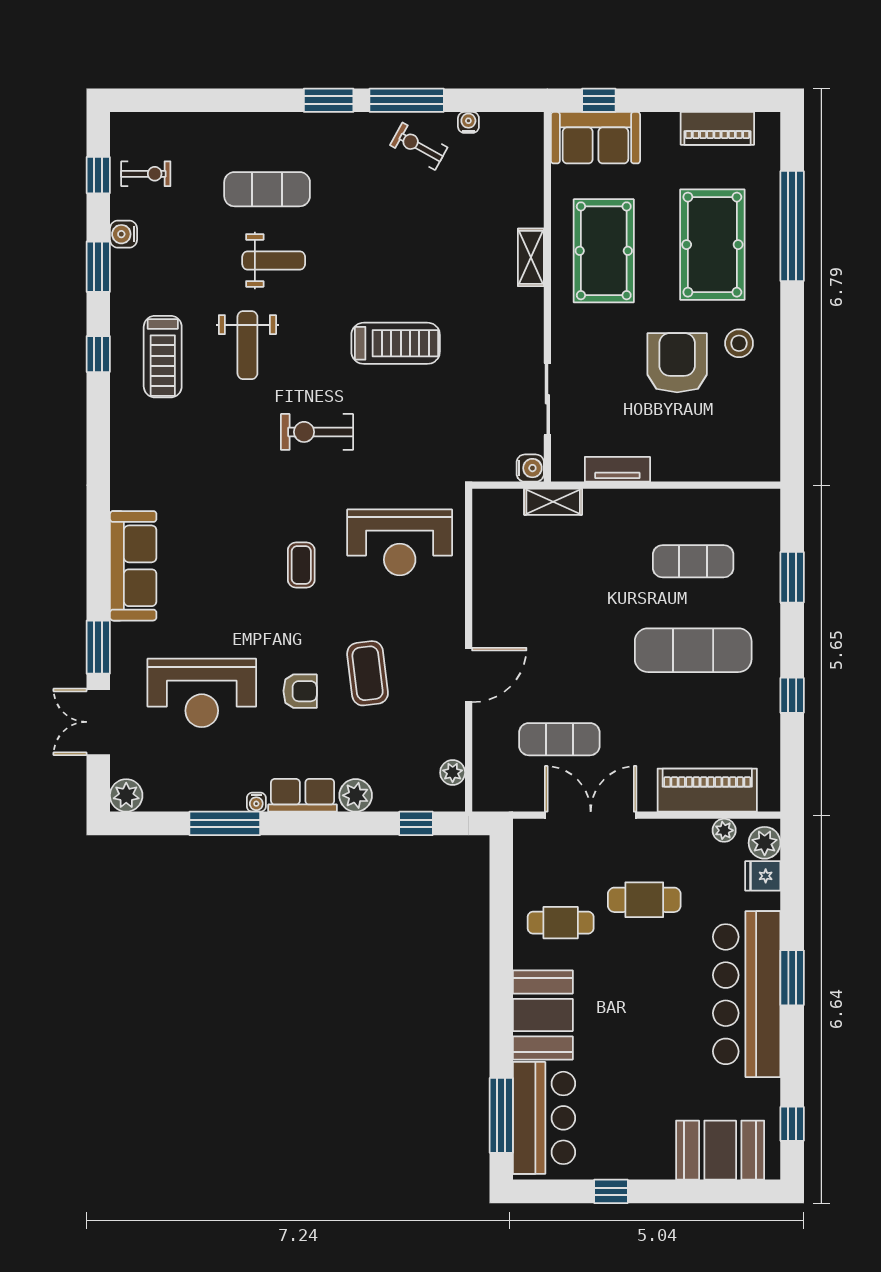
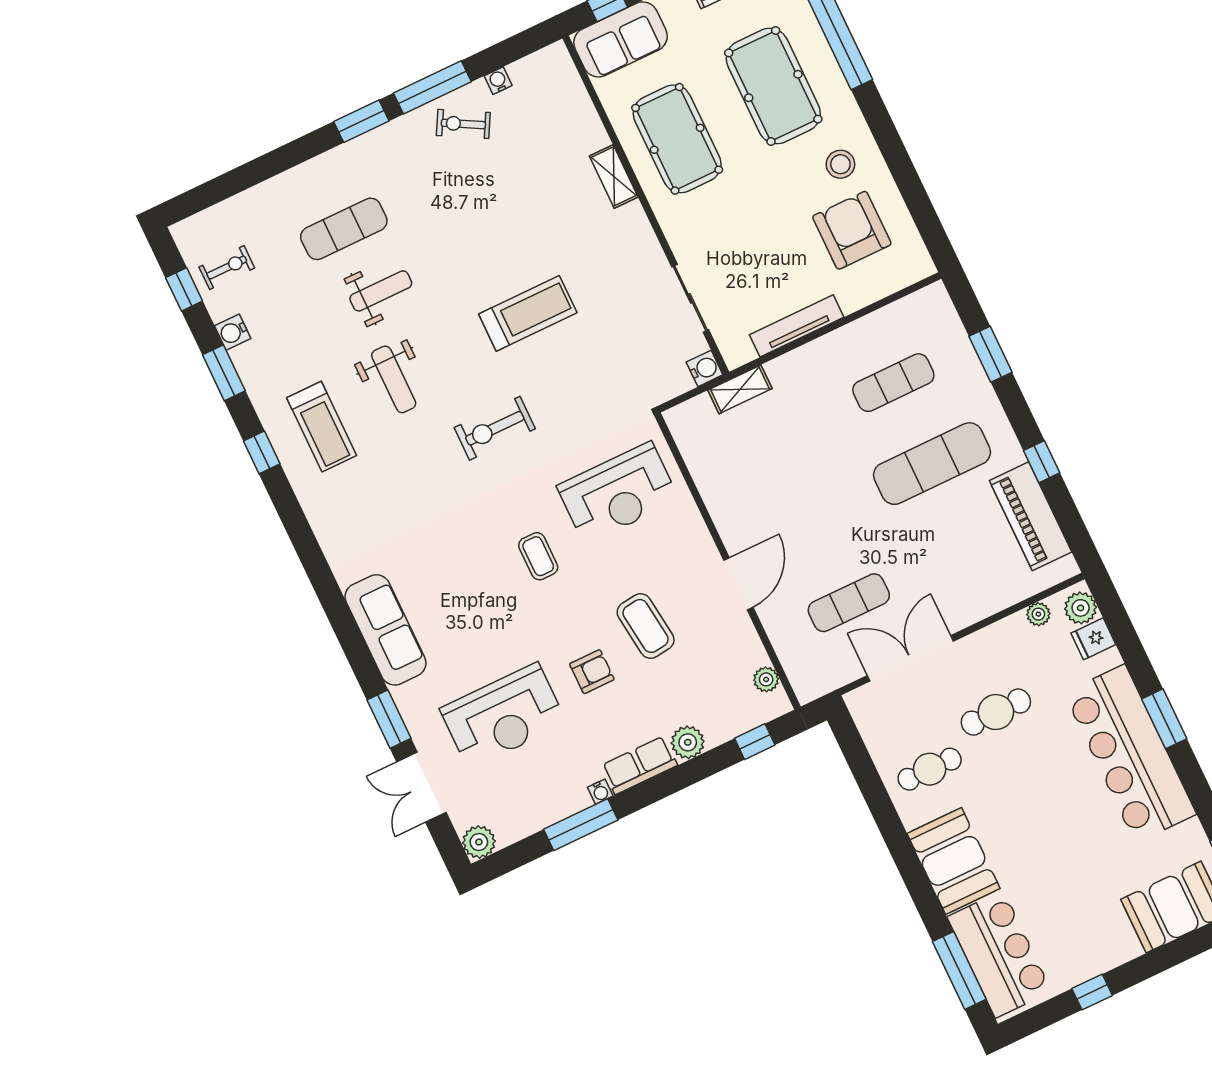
armchair: (677, 363) -> (852, 230), moved
tv unit: (617, 469) -> (797, 326), width x1.41
piano: (707, 790) -> (1031, 516), moved, turned -90

